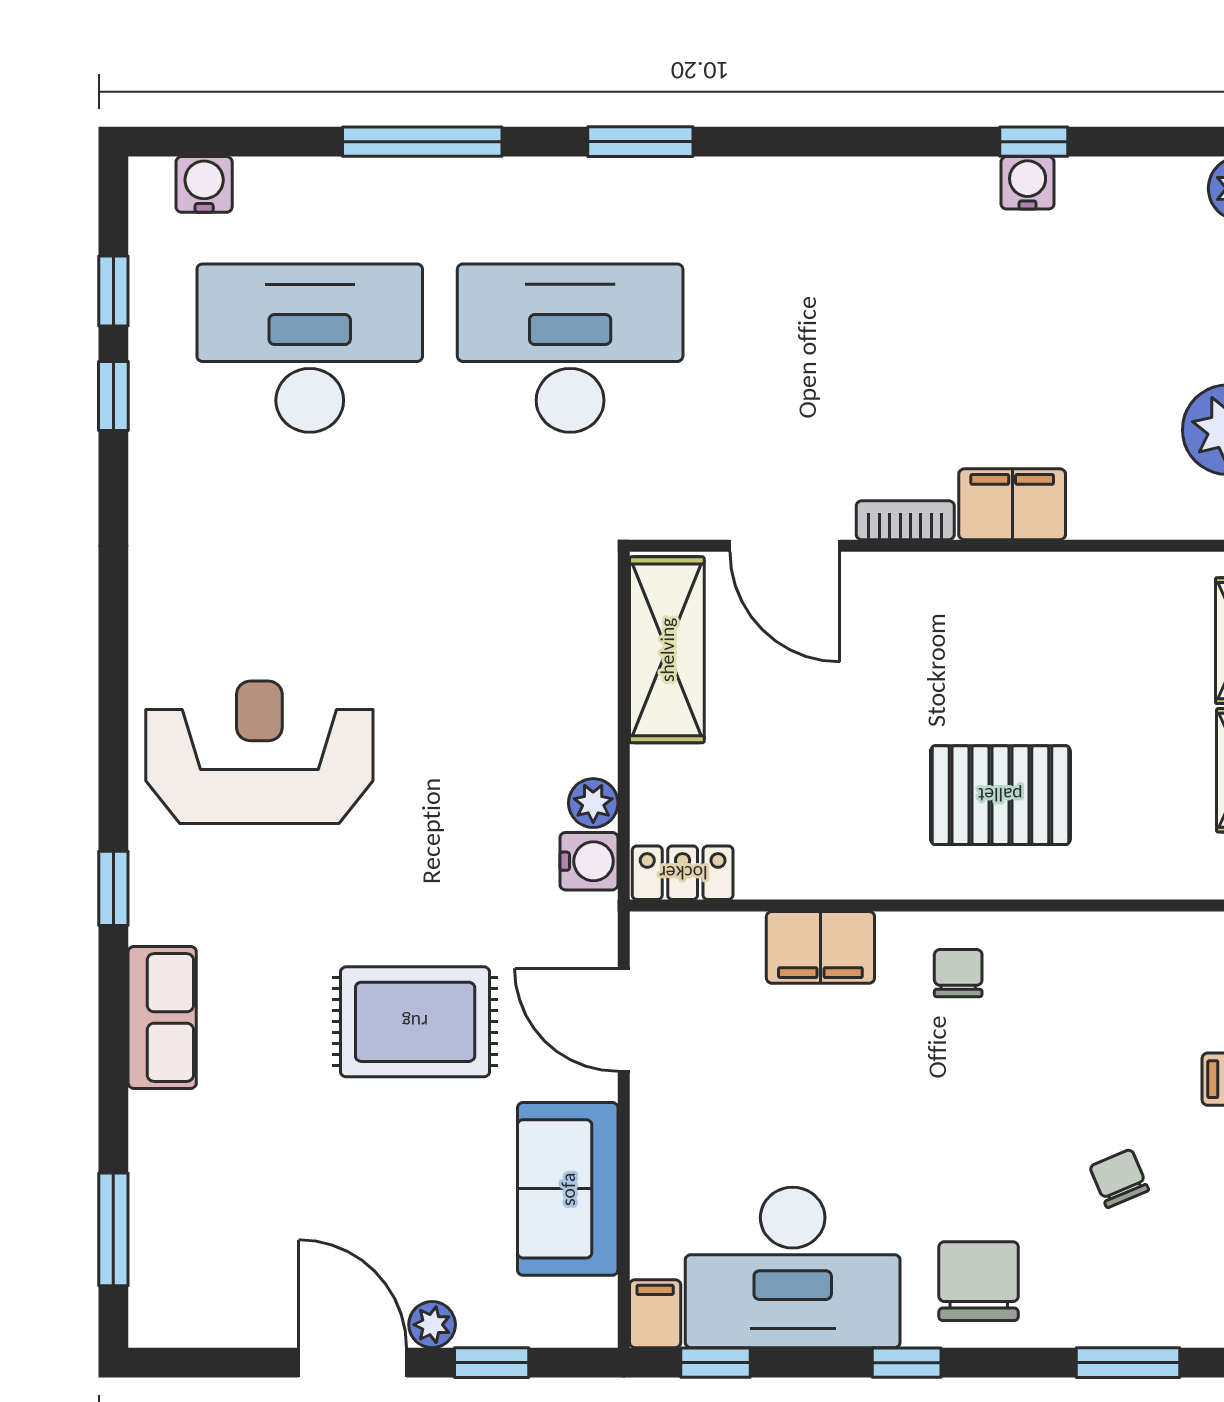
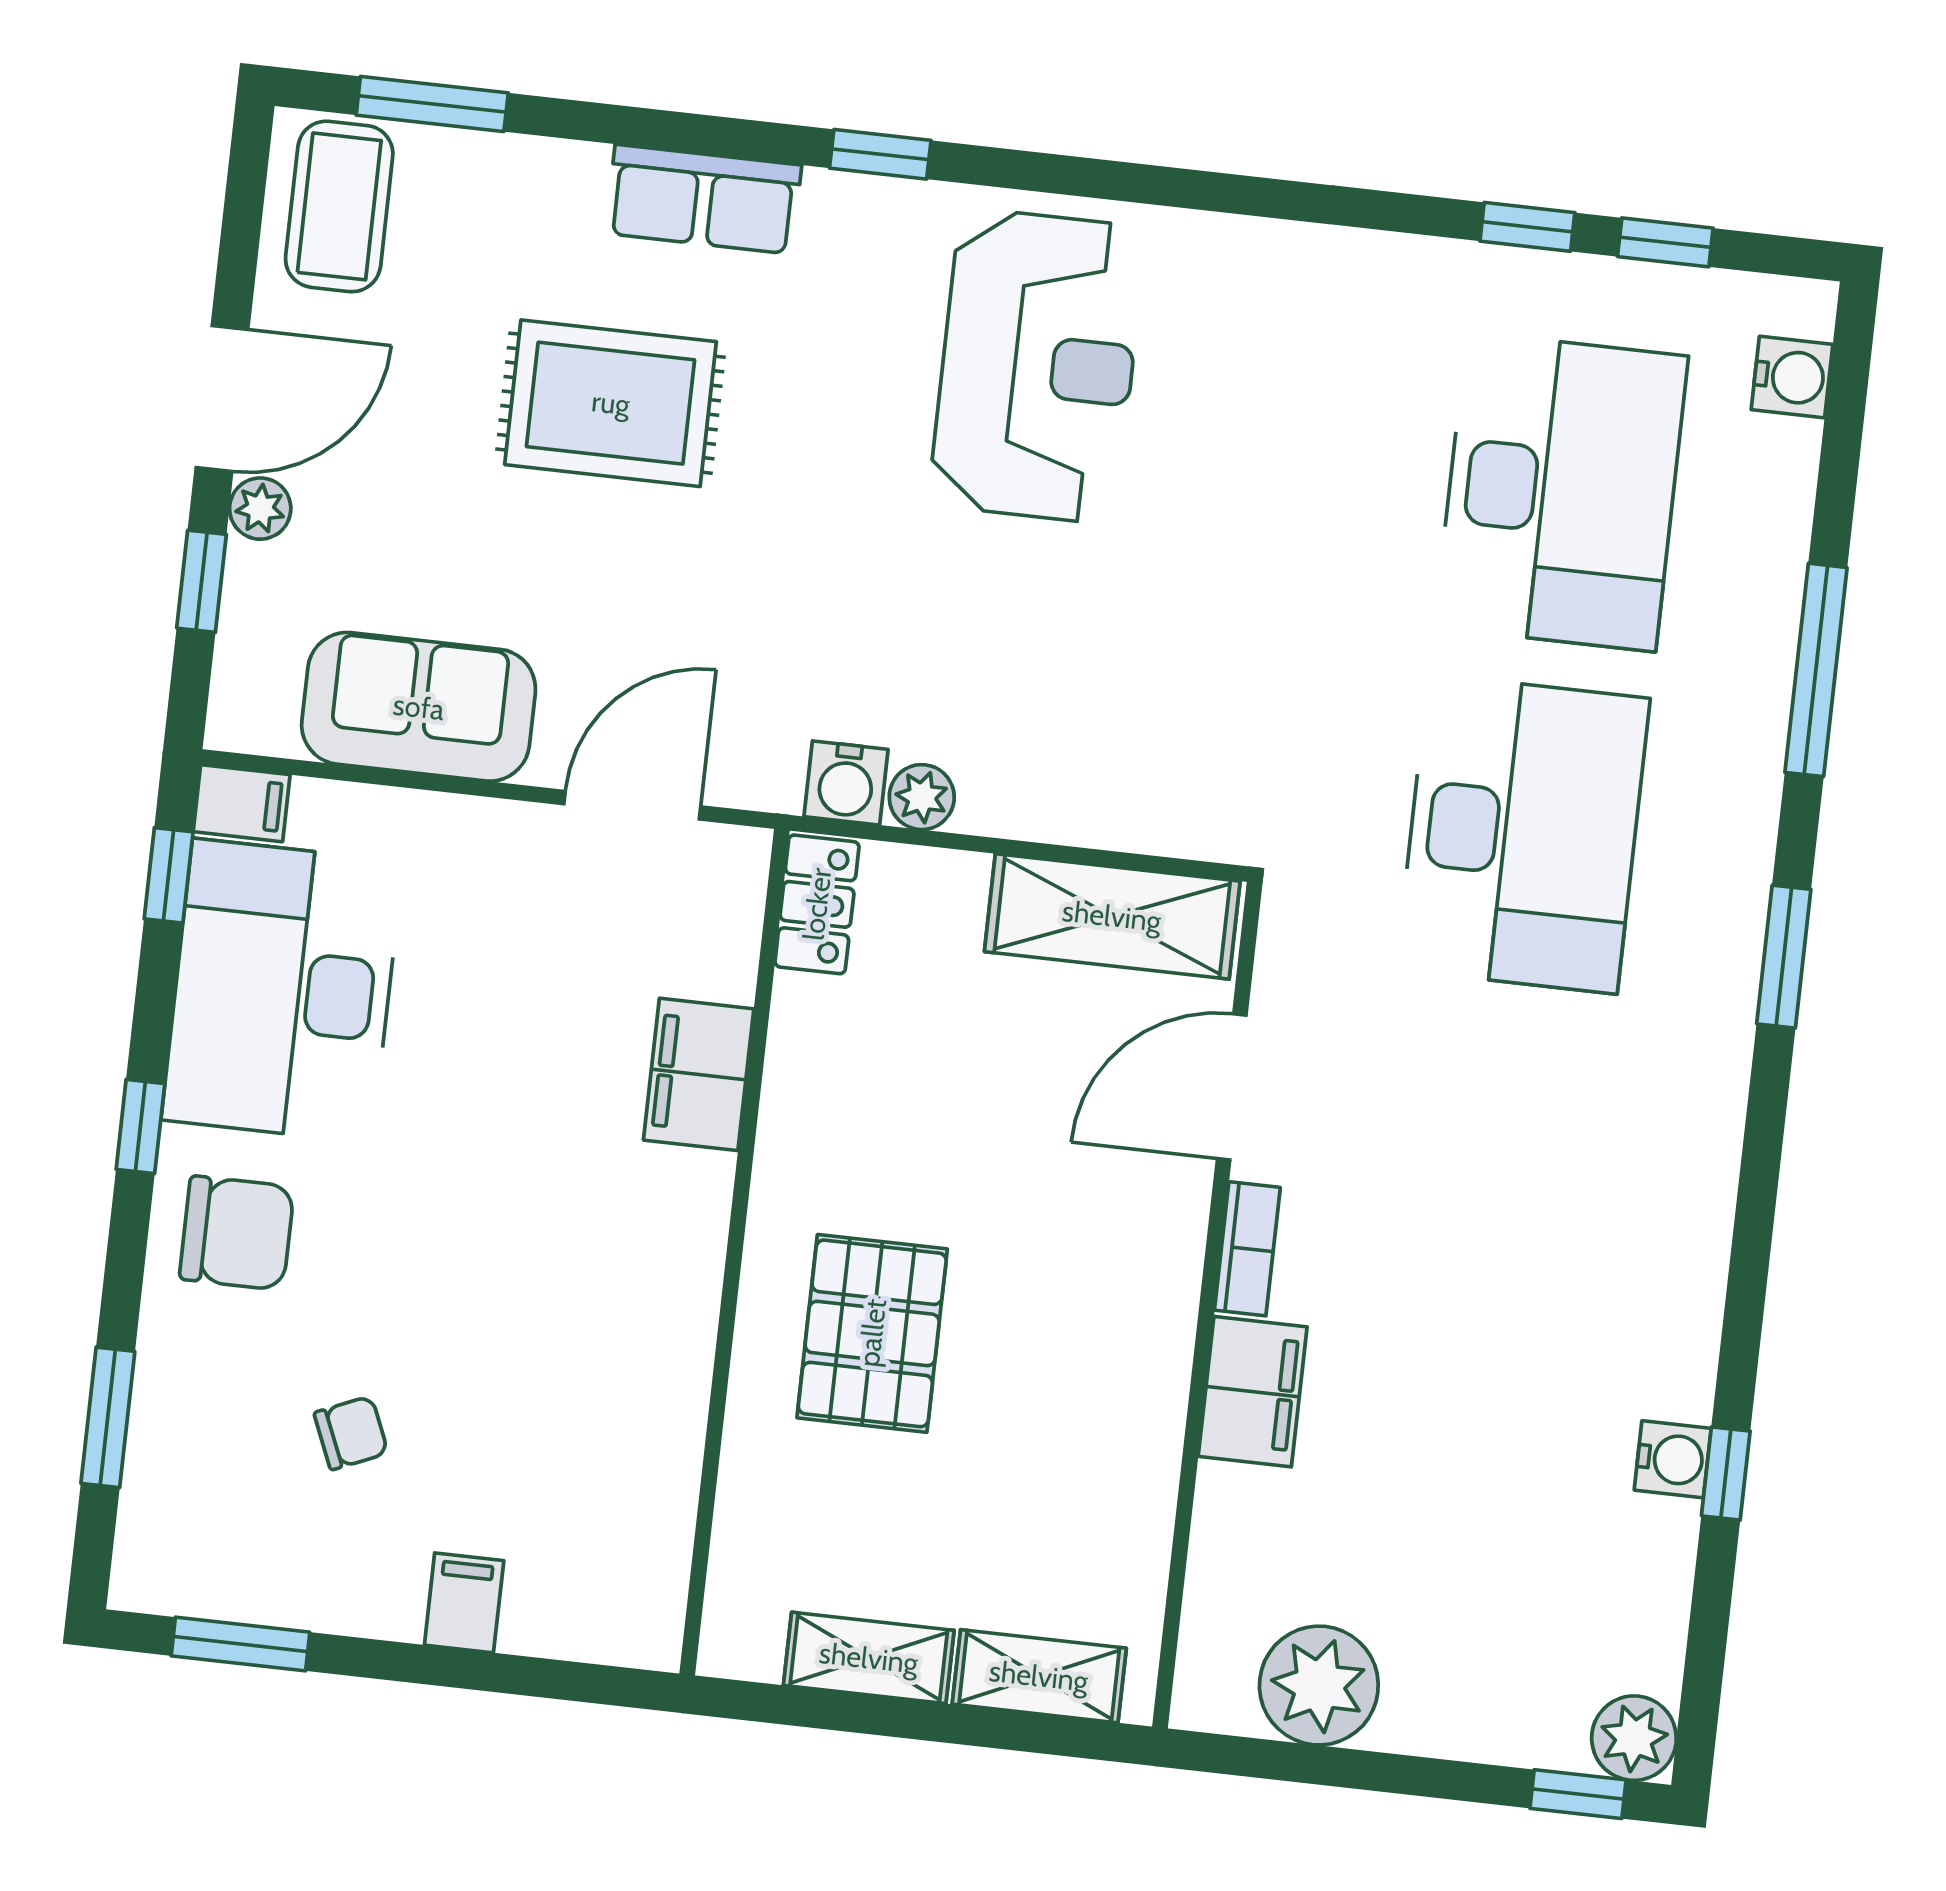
chair: (958, 973) -> (645, 1252), removed
rug: (415, 1022) -> (611, 403), moved, turned 90
coffee table: (198, 1291) -> (339, 206), added

